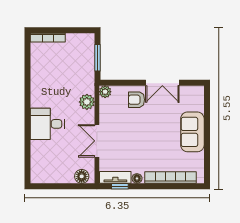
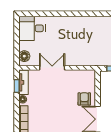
plant: (105, 92) -> (90, 74), removed
plant: (87, 102) -> (83, 60), removed
desk: (47, 124) -> (32, 28), moved, turned -90

